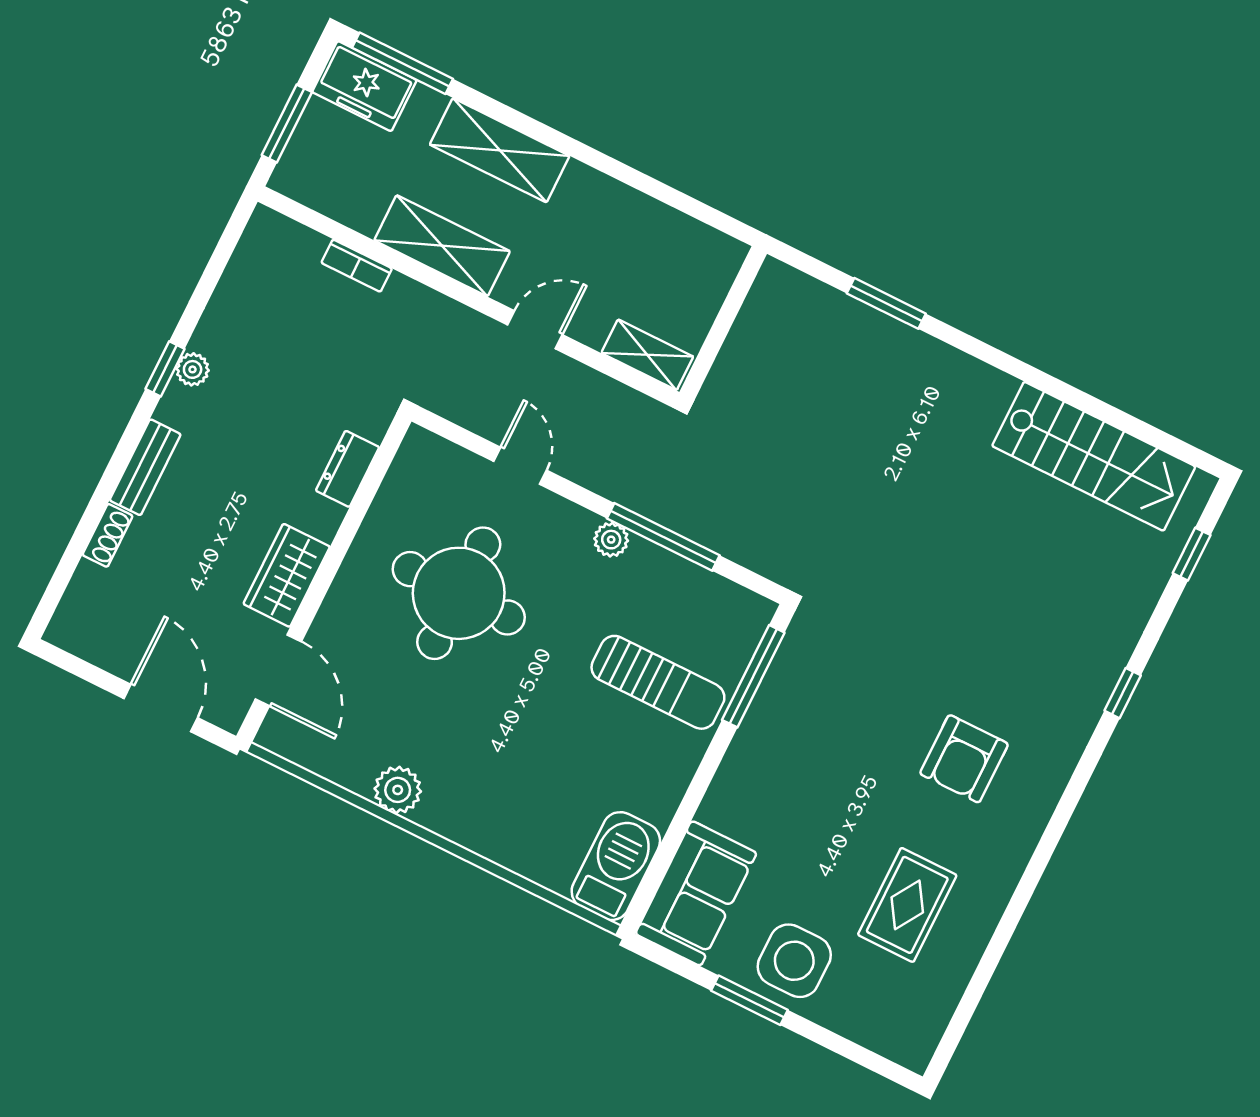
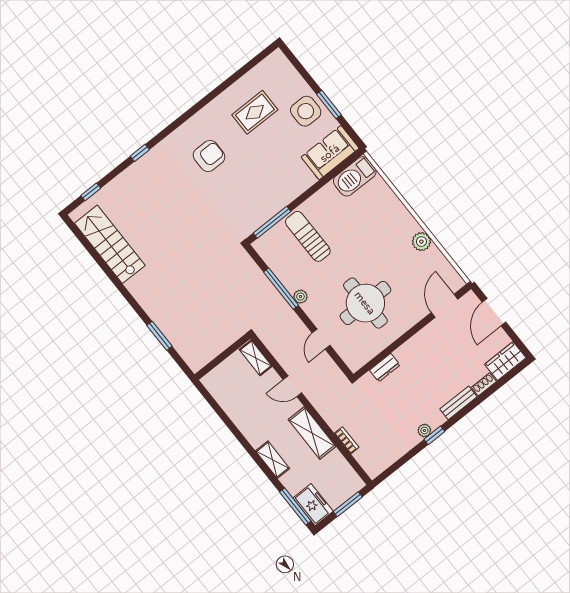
shelving: (500, 150) -> (273, 460), width x0.67, depth x0.75
wardrobe: (287, 575) -> (505, 361), moved, turned 180

